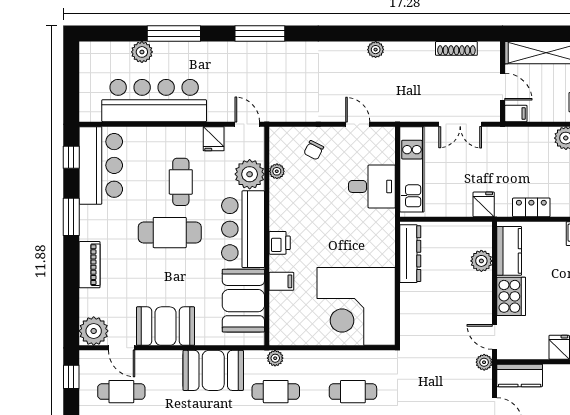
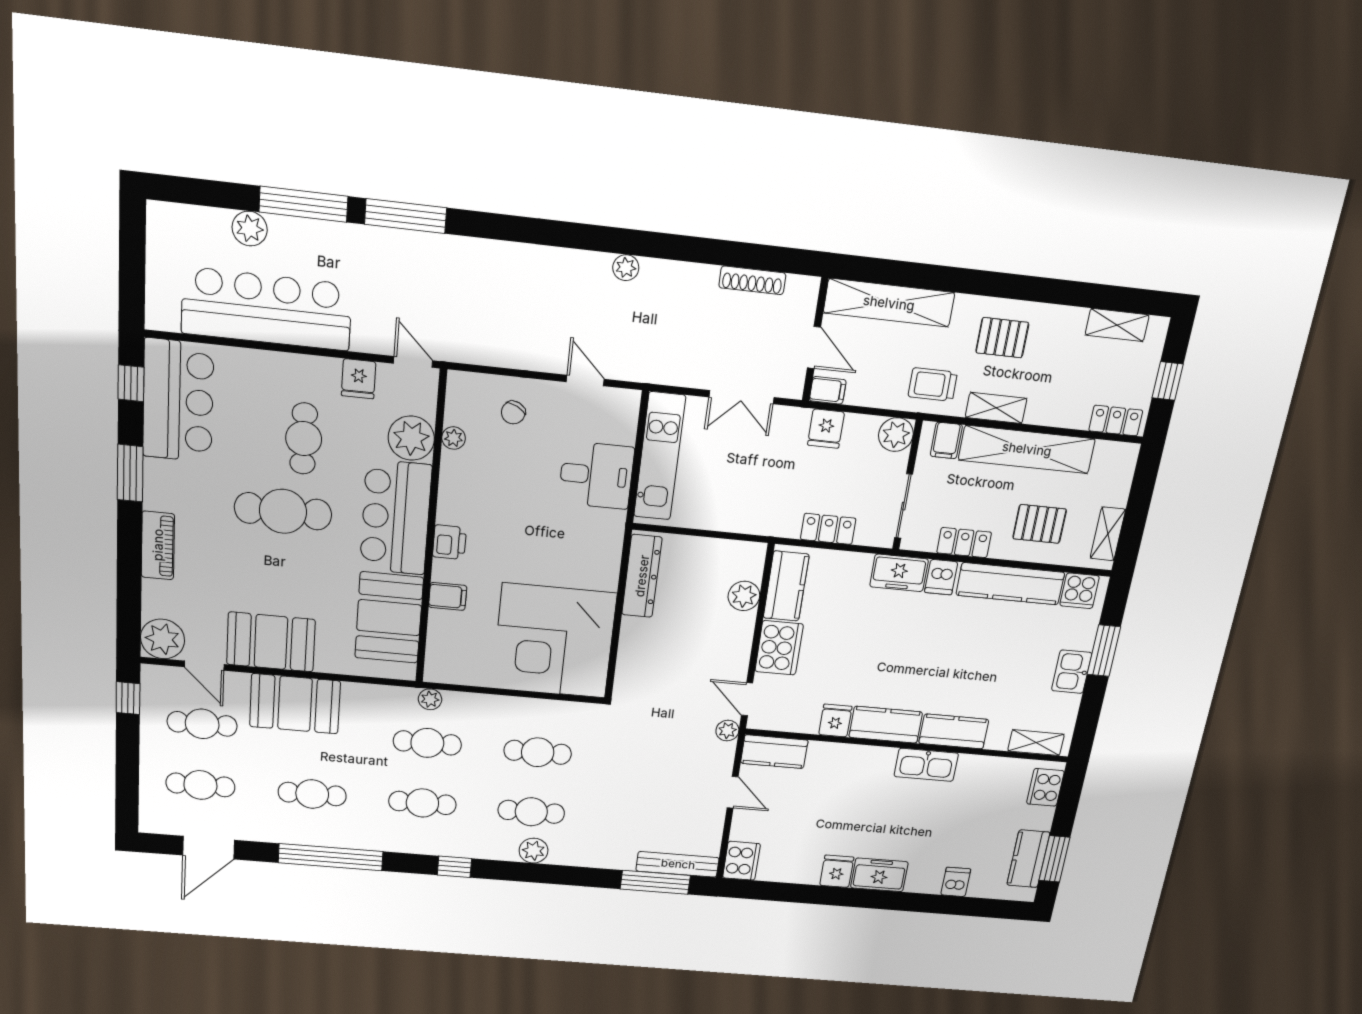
window: (260, 33) -> (406, 216), moved
fridge: (484, 204) -> (826, 429), moved, turned 180
booth: (213, 370) -> (295, 704), moved

